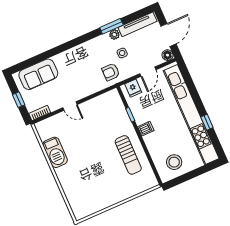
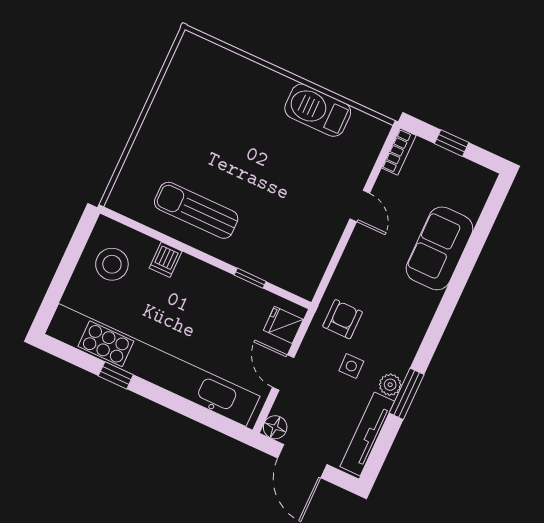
sofa: (38, 74) -> (439, 248), moved
door: (70, 106) -> (360, 206), swing flipped
dishwasher: (146, 129) -> (166, 260), moved

